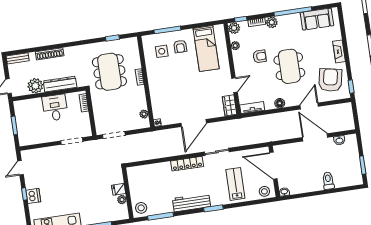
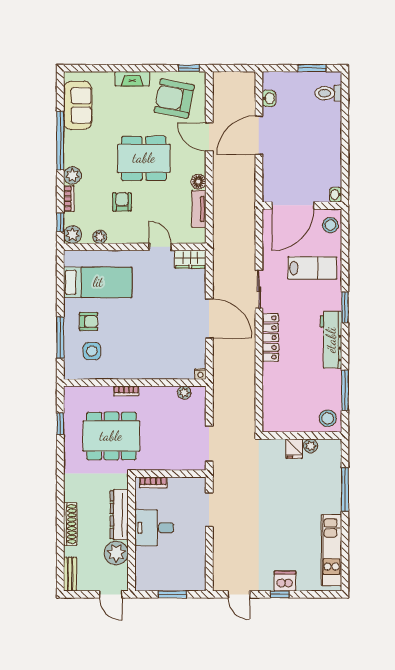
tv unit: (252, 108) -> (199, 209), moved
toilet: (328, 181) -> (328, 93), moved
lab bench: (235, 184) -> (312, 268), turned 180

